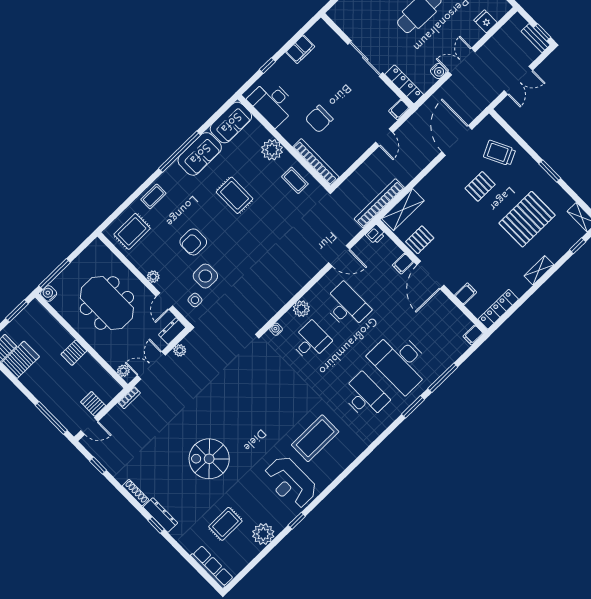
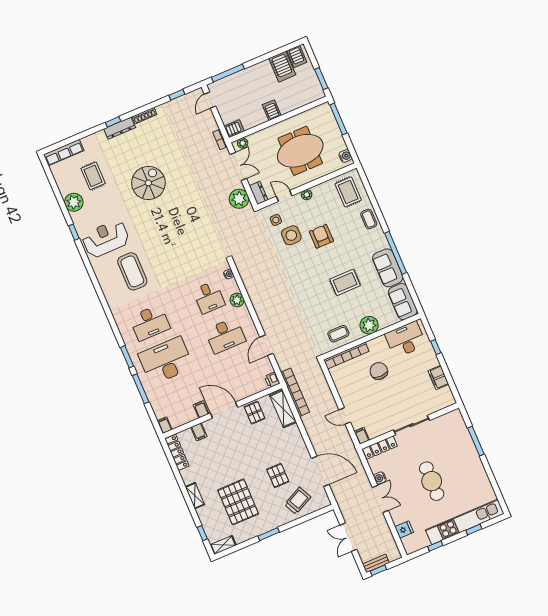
filing cabinet: (403, 264) -> (201, 409), moved
water cooler: (49, 294) -> (345, 156), moved
plant: (180, 350) -> (239, 199), width x1.87, depth x1.87
server rack: (93, 404) -> (234, 129), moved

